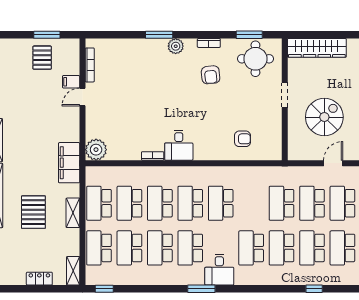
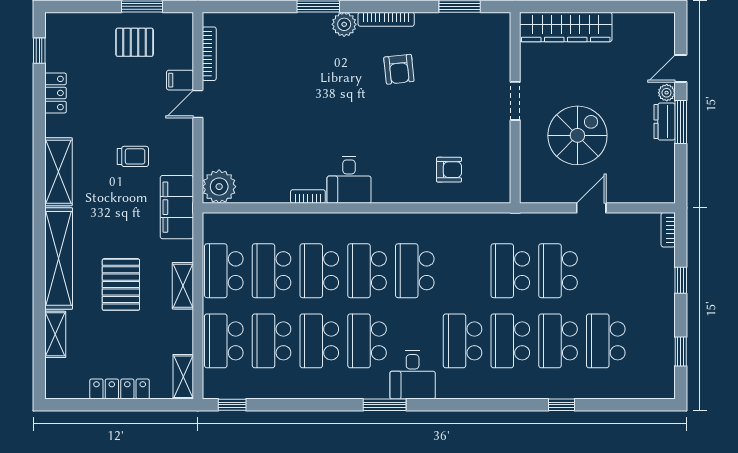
bookcase: (209, 43) -> (386, 19), width x1.56
pallet: (42, 58) -> (135, 42), turned 90
round table: (255, 59) -> (469, 44), removed
trolley: (41, 130) -> (133, 156), added
school desk: (342, 203) -> (606, 271), removed
locker: (39, 279) -> (120, 389), width x1.53

